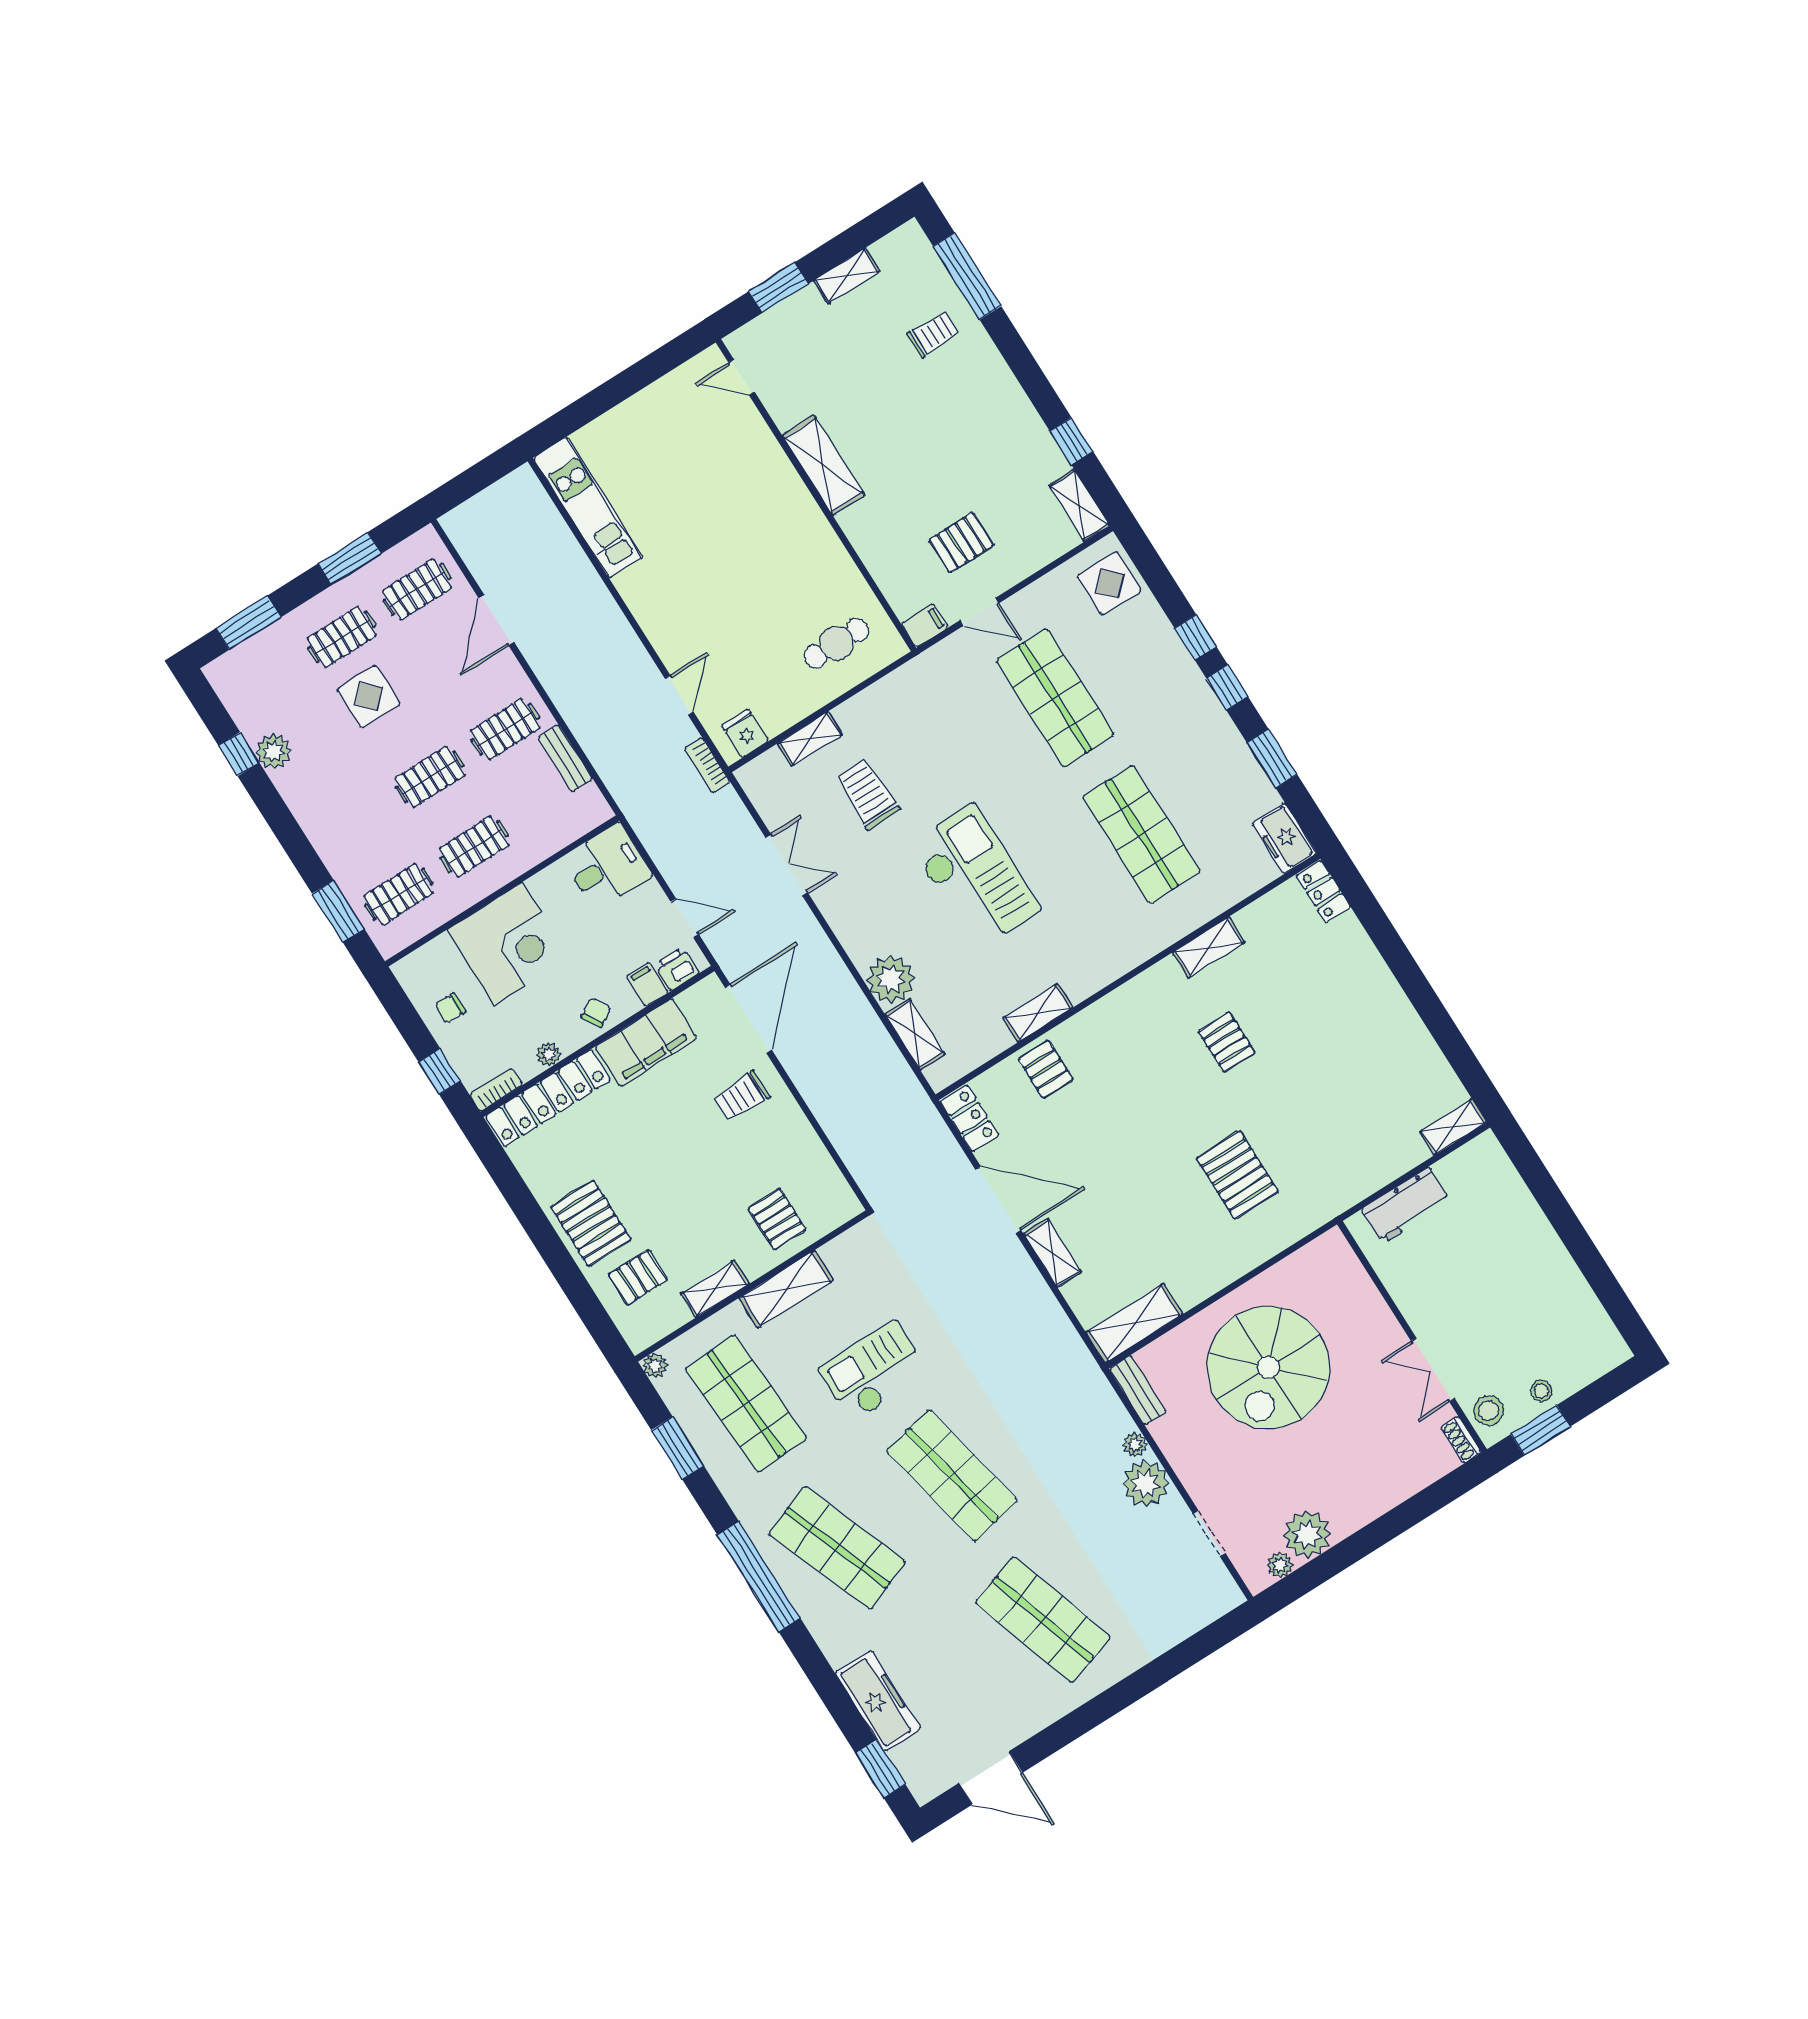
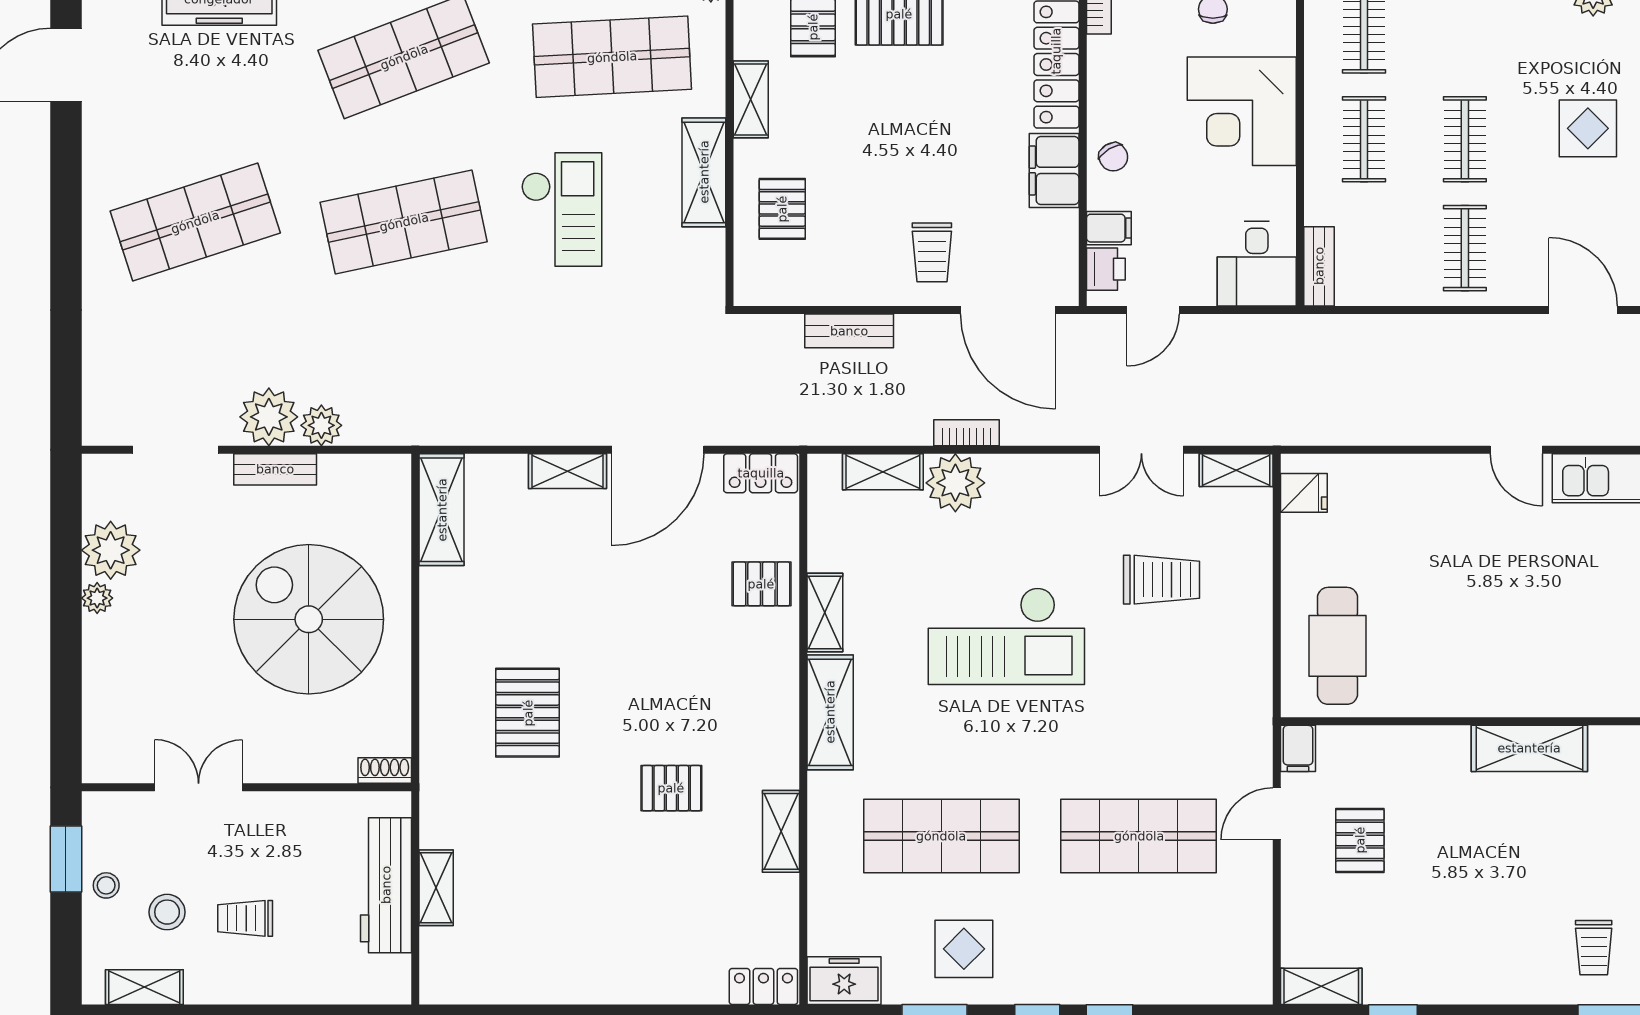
display table: (1109, 583) -> (964, 949), moved
cafe table: (836, 643) -> (1337, 646), width x1.37, depth x1.35
door: (679, 695) -> (1516, 450), moved
shelving: (810, 739) -> (1236, 470), moved, turned 90
bench: (565, 759) -> (1319, 266), moved, turned 90
bookcase: (707, 765) -> (966, 433), moved
shelving: (1105, 965) -> (830, 712), added
filing cabinet: (646, 1042) -> (1054, 170), width x0.67, depth x0.86
plant: (548, 1054) -> (1101, 81), removed
trolley: (741, 1096) -> (932, 252), turned 180
bench: (832, 1119) -> (849, 331), added
shelving: (1453, 1127) -> (436, 888), moved
pallet: (1237, 1175) -> (528, 713), turned 90
workbench: (1406, 1205) -> (386, 885), width x1.38
pallet: (777, 1219) -> (782, 209), turned 90
trolley: (1503, 1280) -> (245, 918), added
shelving: (1595, 1320) -> (144, 987), added
bench: (1138, 1390) -> (275, 469), moved
stool: (1488, 1411) -> (167, 912), moved
shoe rack: (1461, 1440) -> (385, 771), moved
plant: (1135, 1445) -> (321, 425), width x1.38, depth x1.38
doorway: (1209, 1534) -> (176, 450), width x1.38
plant: (1280, 1565) -> (97, 598), moved

